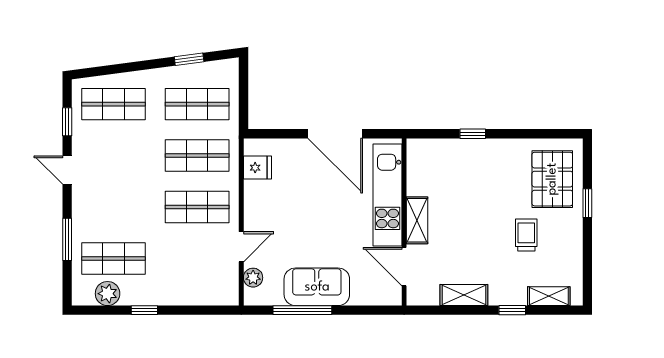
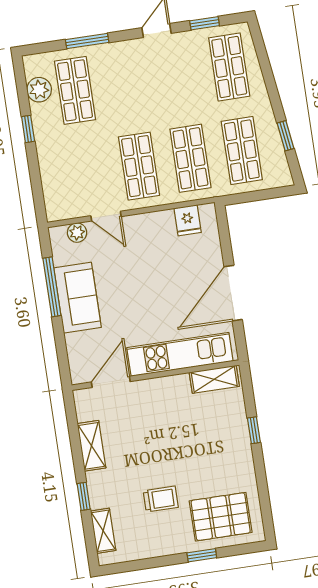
shelving: (417, 220) -> (214, 379), moved

